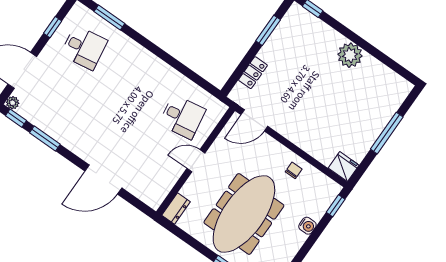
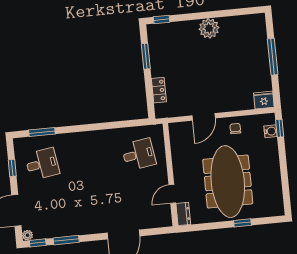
door: (254, 120) -> (204, 117), moved
door: (196, 161) -> (172, 194), moved
water cooler: (307, 226) -> (270, 131), moved

